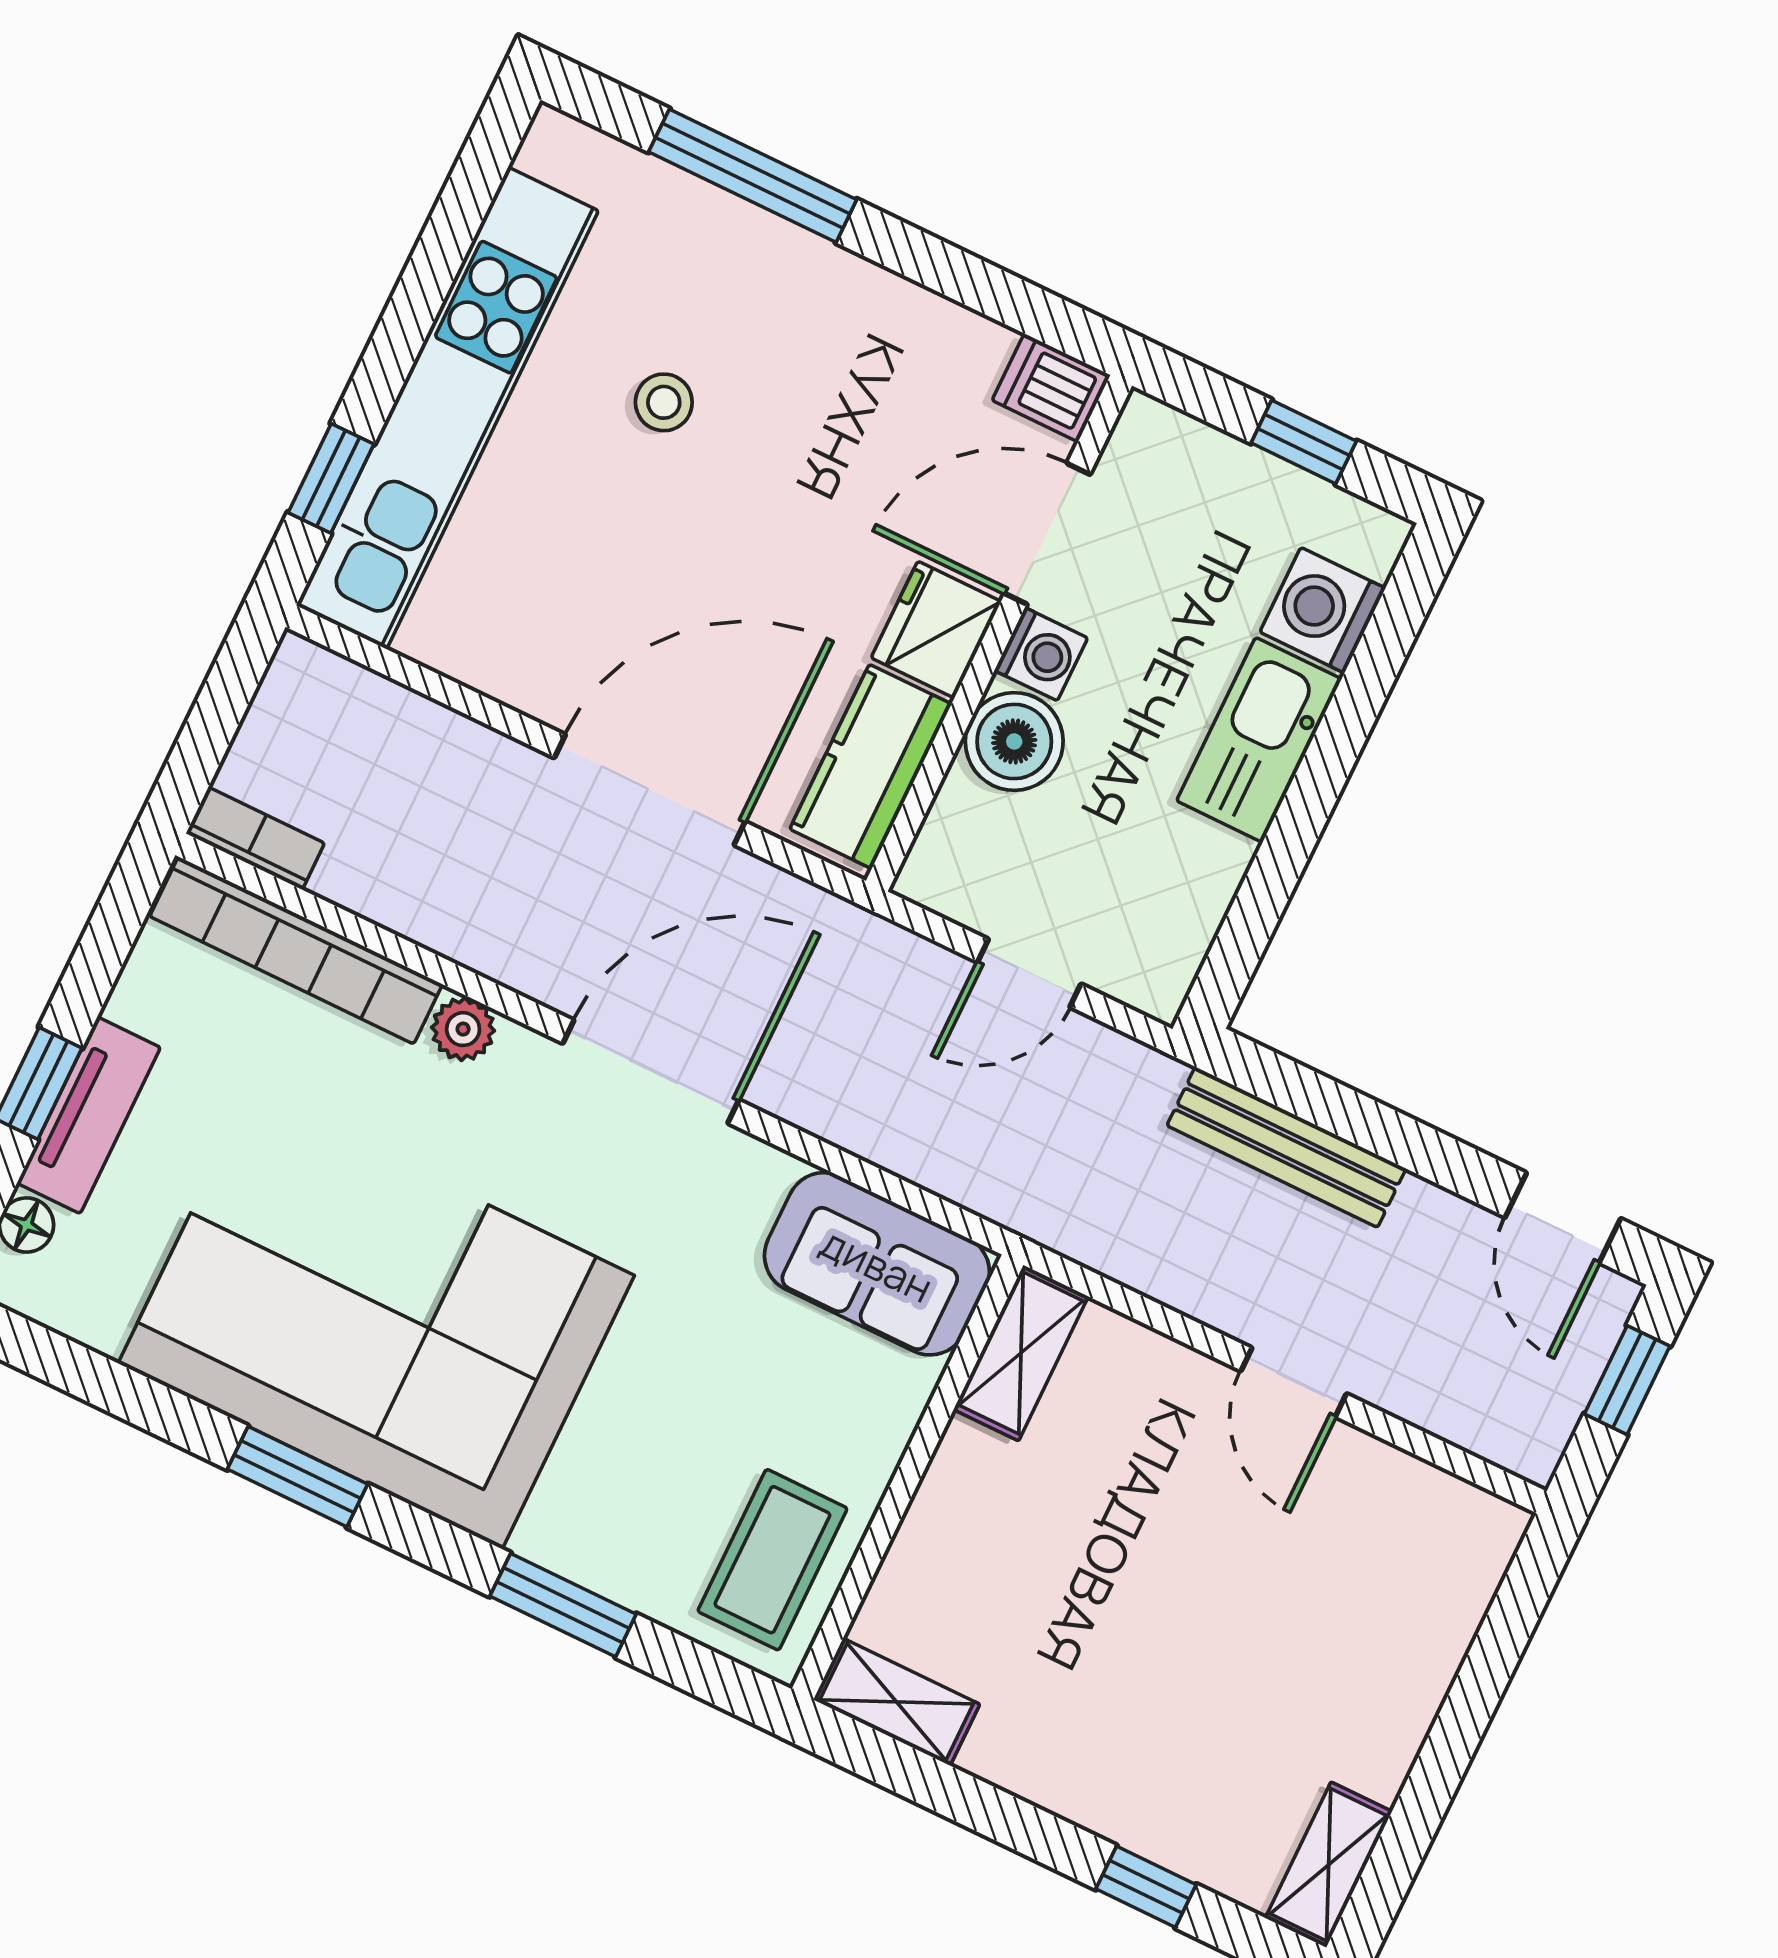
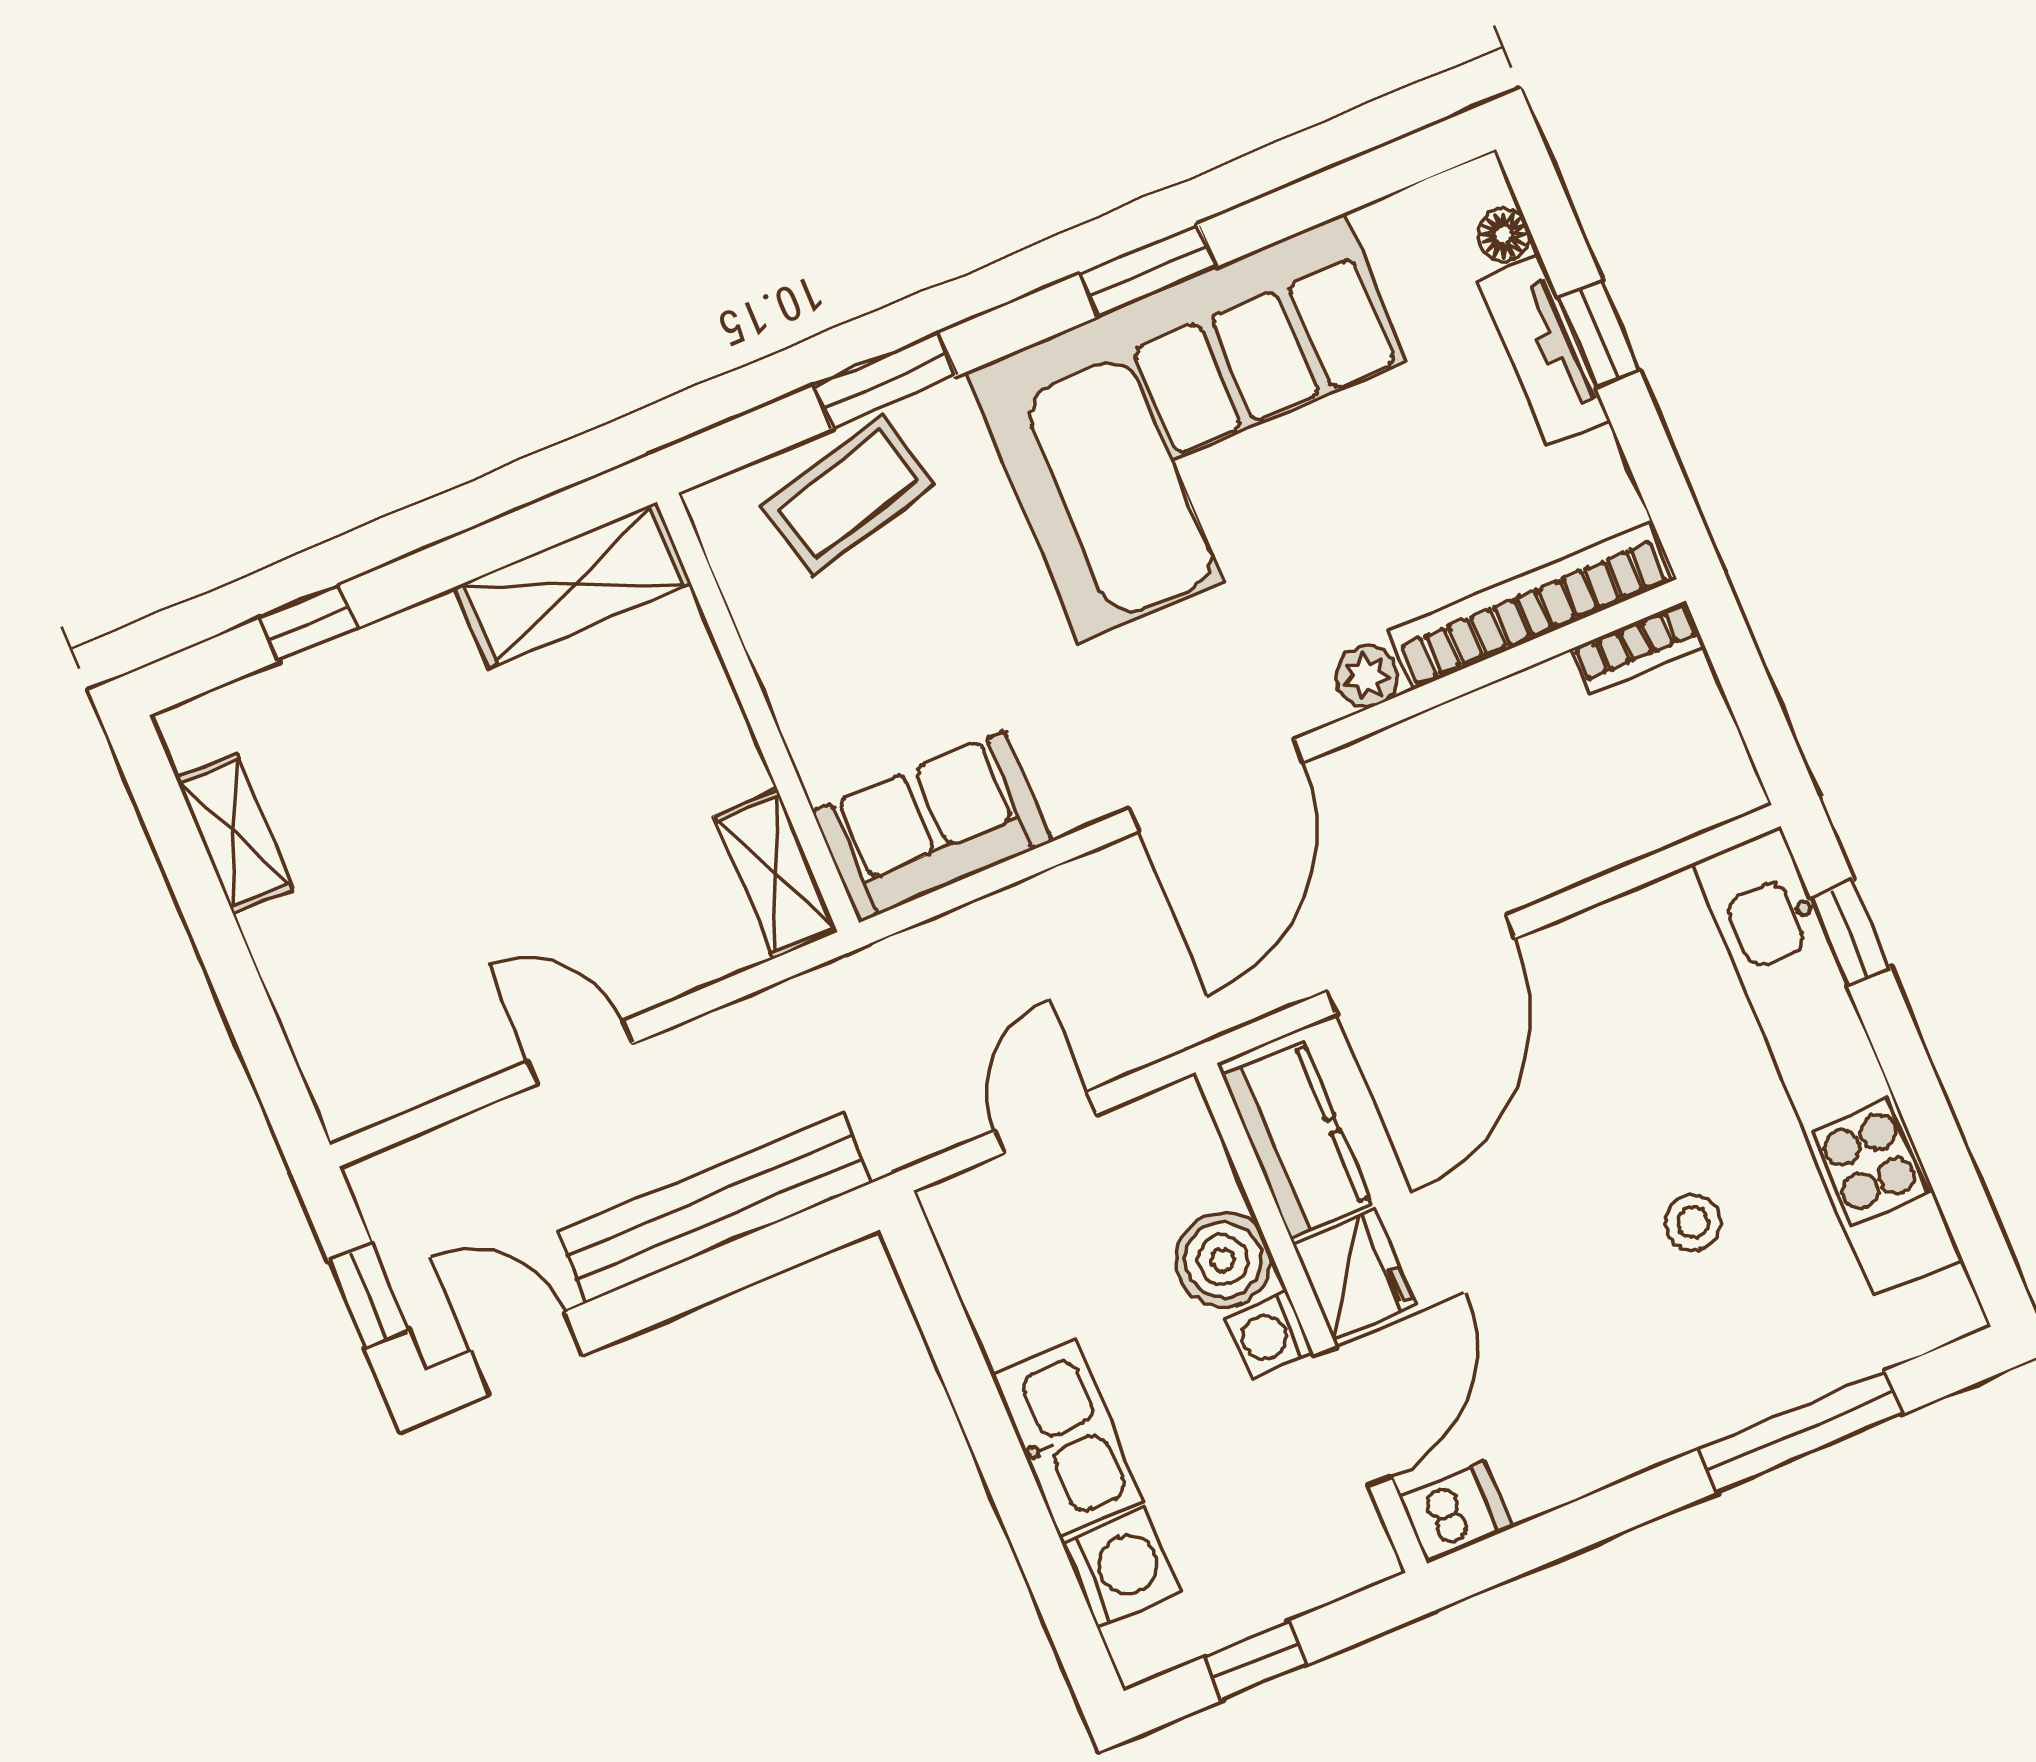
bench: (1286, 1147) -> (714, 1208), width x1.37, depth x1.21
coffee table: (772, 1560) -> (847, 495), moved, turned 76
shelving: (897, 1702) -> (572, 585), width x1.50, depth x1.33
shelving: (1329, 1865) -> (235, 834), moved

